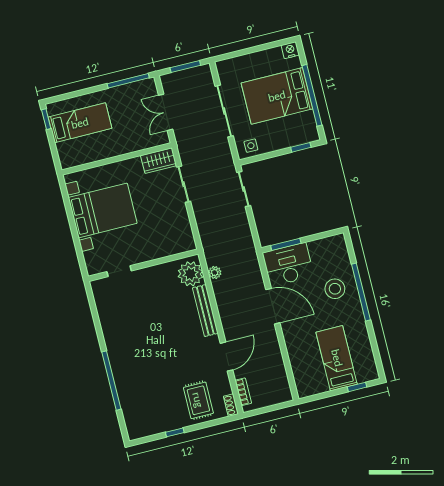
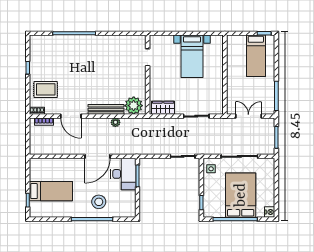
wardrobe: (158, 161) -> (163, 108), moved, turned 90
bed with nightstands: (103, 210) -> (192, 56), width x0.73
plant: (215, 273) -> (115, 122), moved

